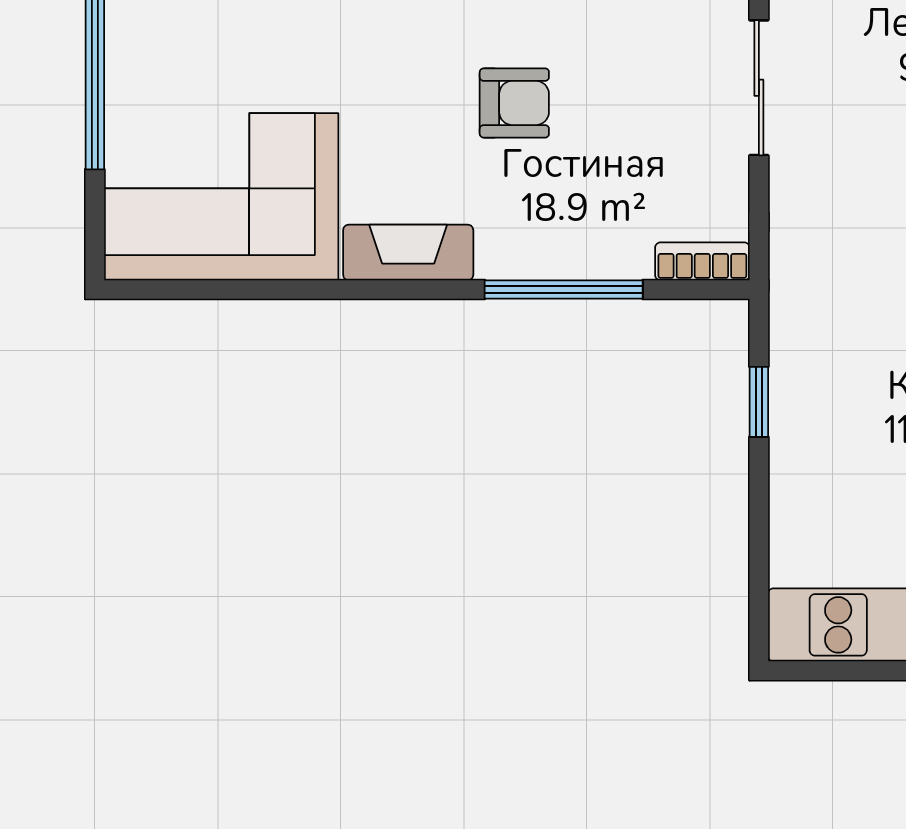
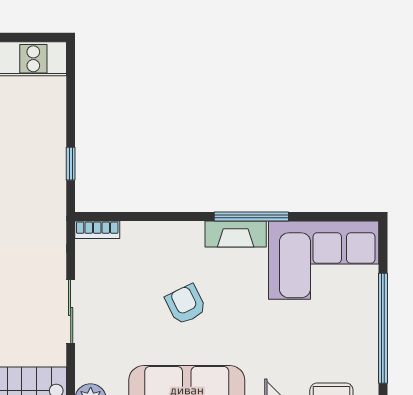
armchair: (514, 103) -> (186, 304), turned 64
window: (564, 289) -> (251, 217), moved

